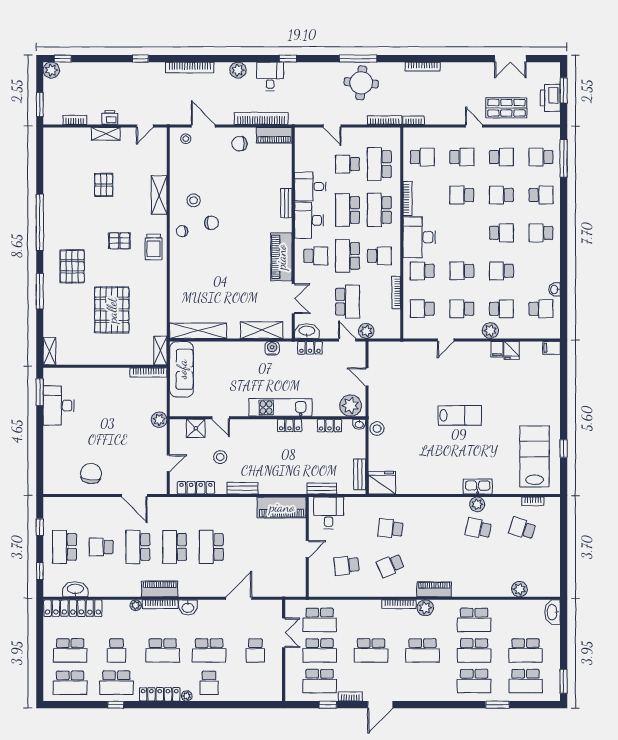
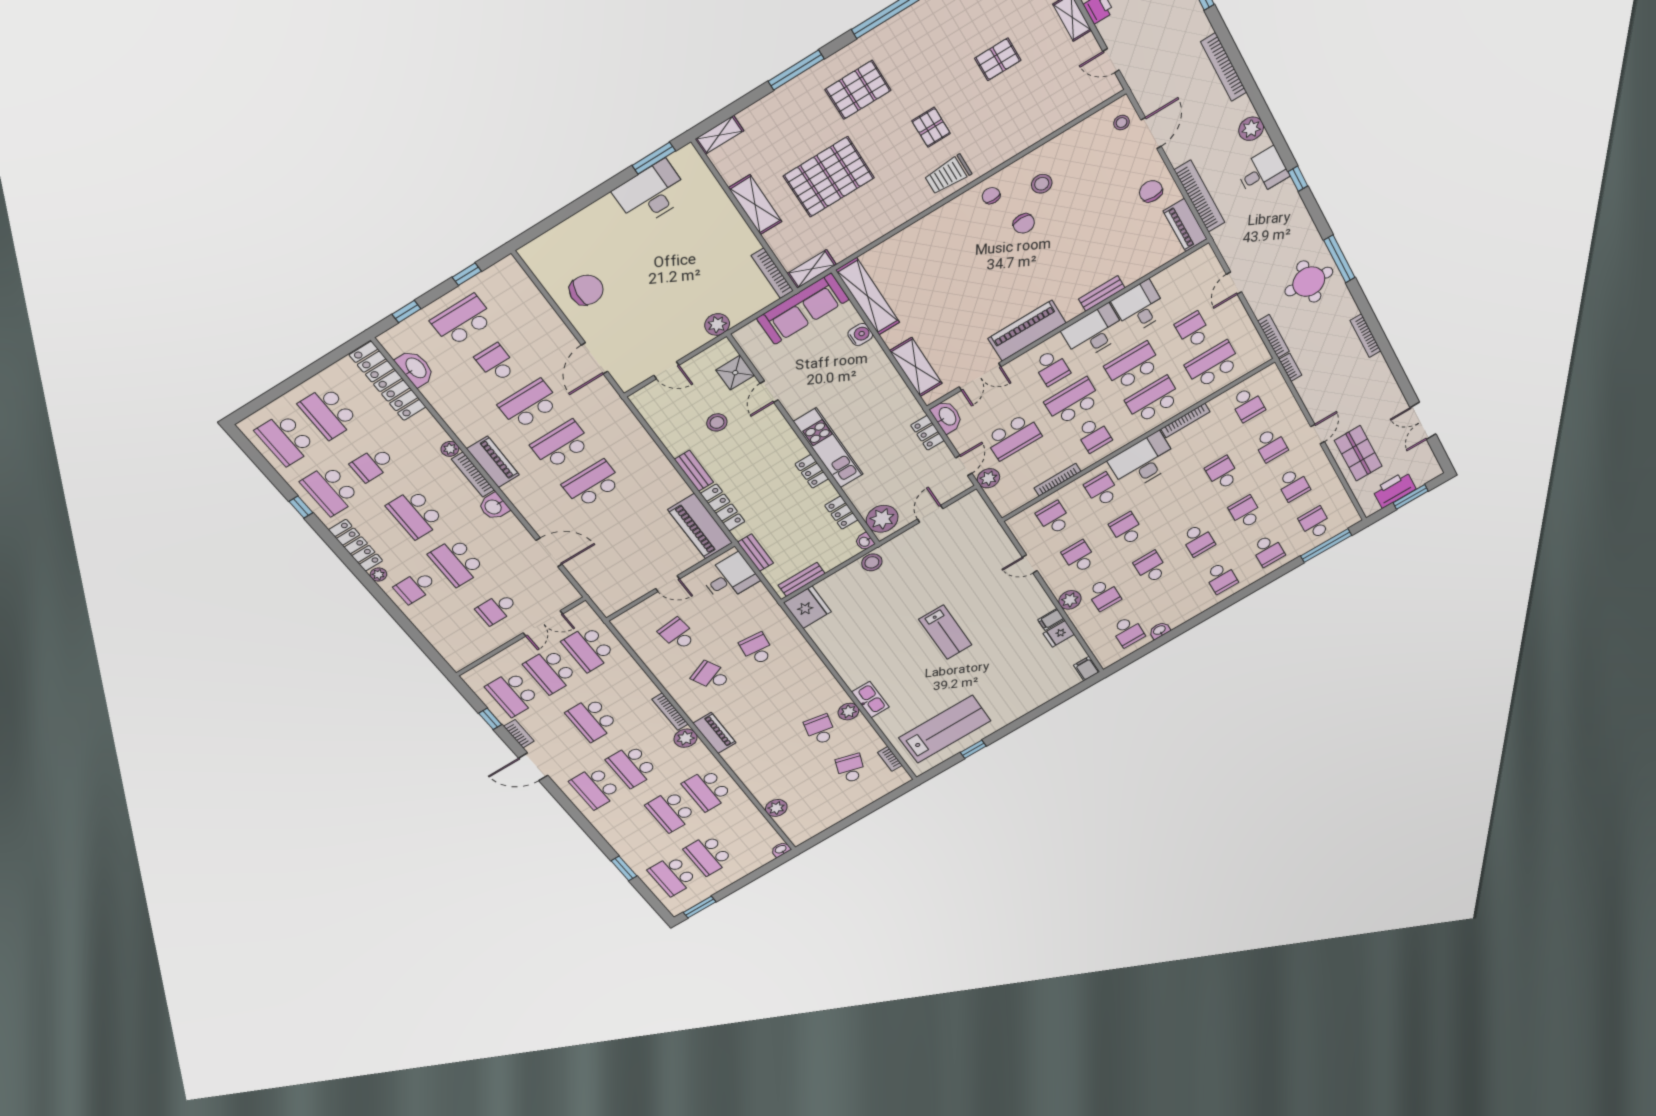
shelving: (159, 195) -> (755, 205), moved, turned 90
school desk: (541, 233) -> (1221, 578), turned 180
water cooler: (272, 348) -> (860, 334), moved
locker: (196, 488) -> (723, 508), moved
washbasin: (553, 612) -> (781, 849), width x0.52, depth x0.69
school desk: (474, 681) -> (595, 788), moved

